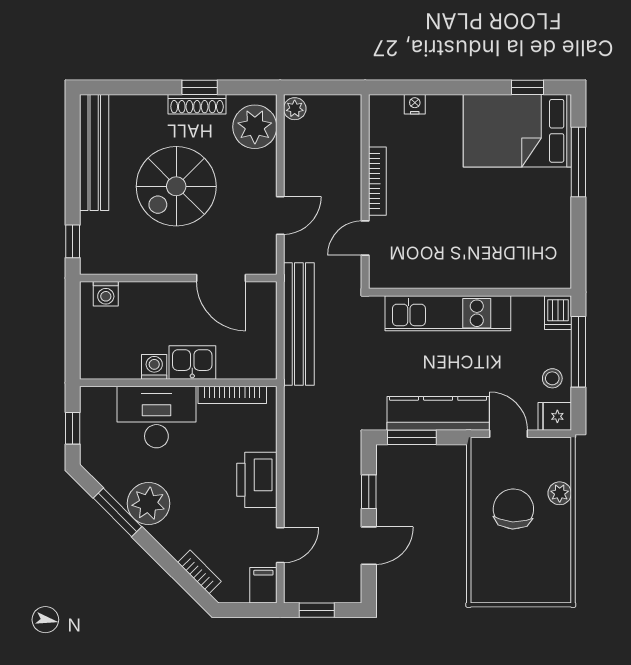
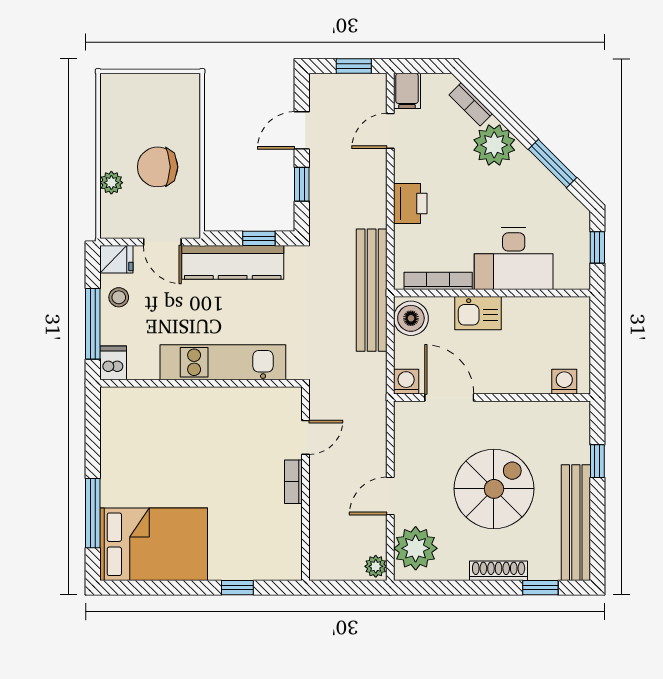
window: (200, 87) -> (540, 588), moved
window: (527, 87) -> (237, 588), moved
shoe rack: (197, 104) -> (499, 571), moved
nightstand: (415, 104) -> (256, 571), removed
bookcase: (377, 181) -> (293, 482), width x0.64
door: (280, 215) -> (390, 496), moved
window: (73, 241) -> (597, 461), moved
bench: (299, 324) -> (372, 290), moved
boiler: (259, 357) -> (411, 318), added
washing machine: (154, 367) -> (406, 382), moved, turned 180
window: (412, 437) -> (259, 238), width x0.67
printer: (257, 480) -> (410, 204), width x0.73, depth x0.84
plant: (149, 503) -> (494, 145), moved
chair: (513, 509) -> (158, 167), turned 87

